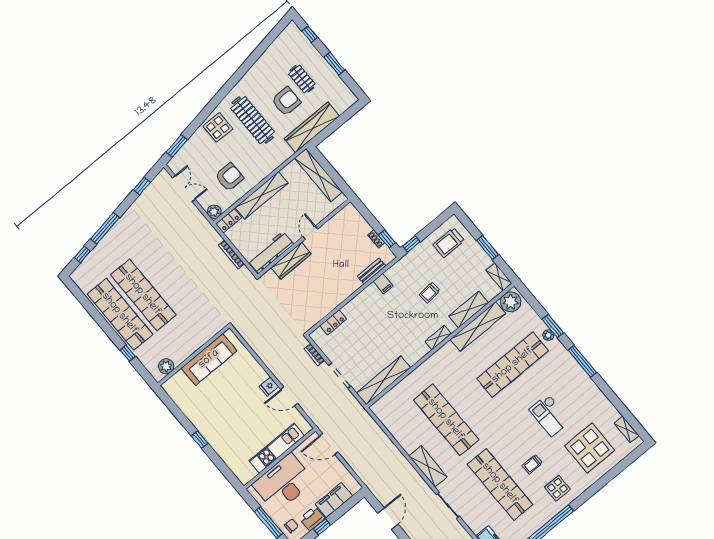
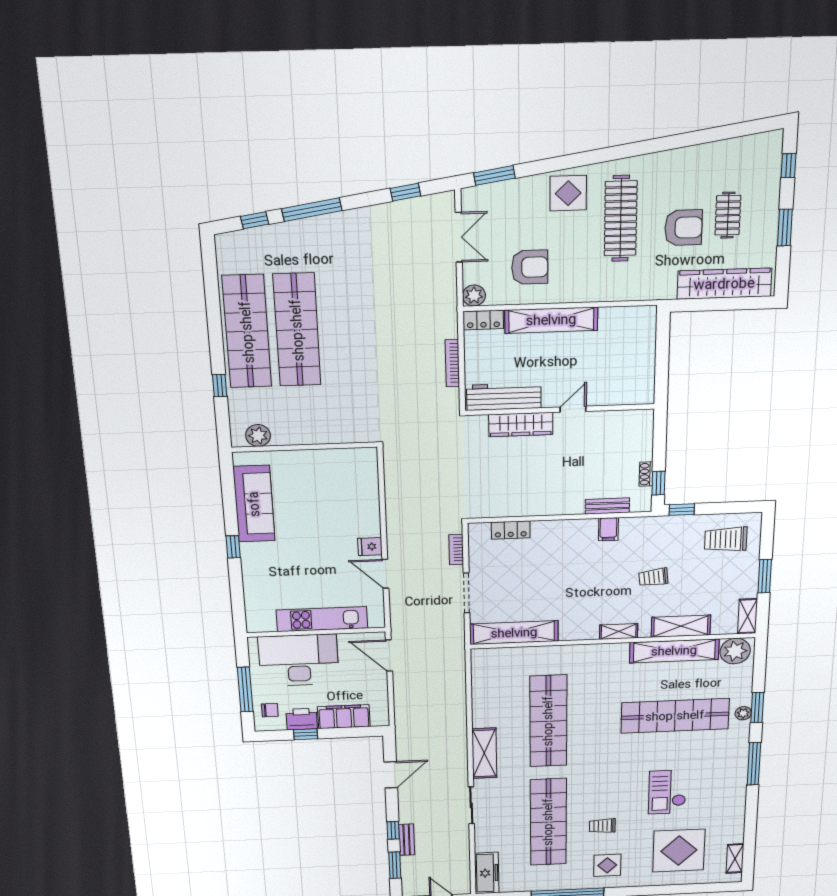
wardrobe: (312, 127) -> (724, 284), moved
shelving: (319, 175) -> (643, 349), removed
sofa: (209, 359) -> (254, 504), moved, turned -90

